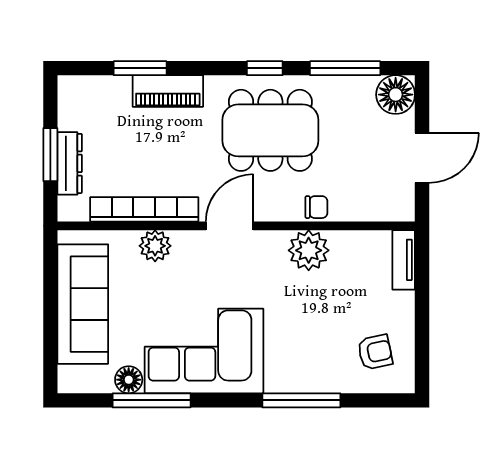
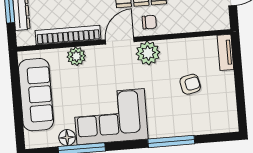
chair: (316, 207) -> (149, 22), moved
plant: (309, 250) -> (148, 53), moved
armchair: (375, 352) -> (190, 84), moved

